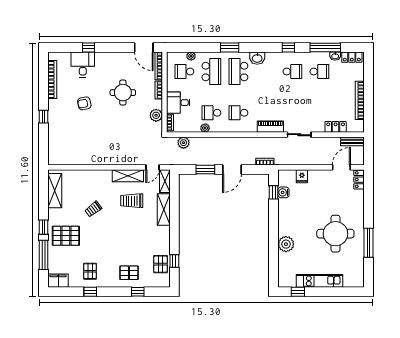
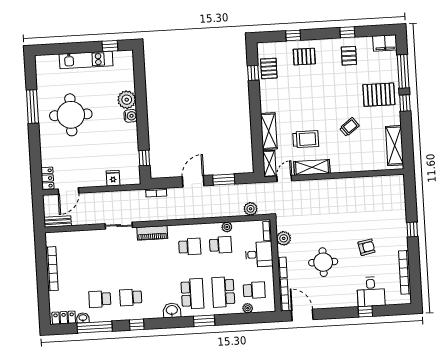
locker: (336, 127) -> (78, 237), removed
water cooler: (283, 192) -> (131, 116), moved

